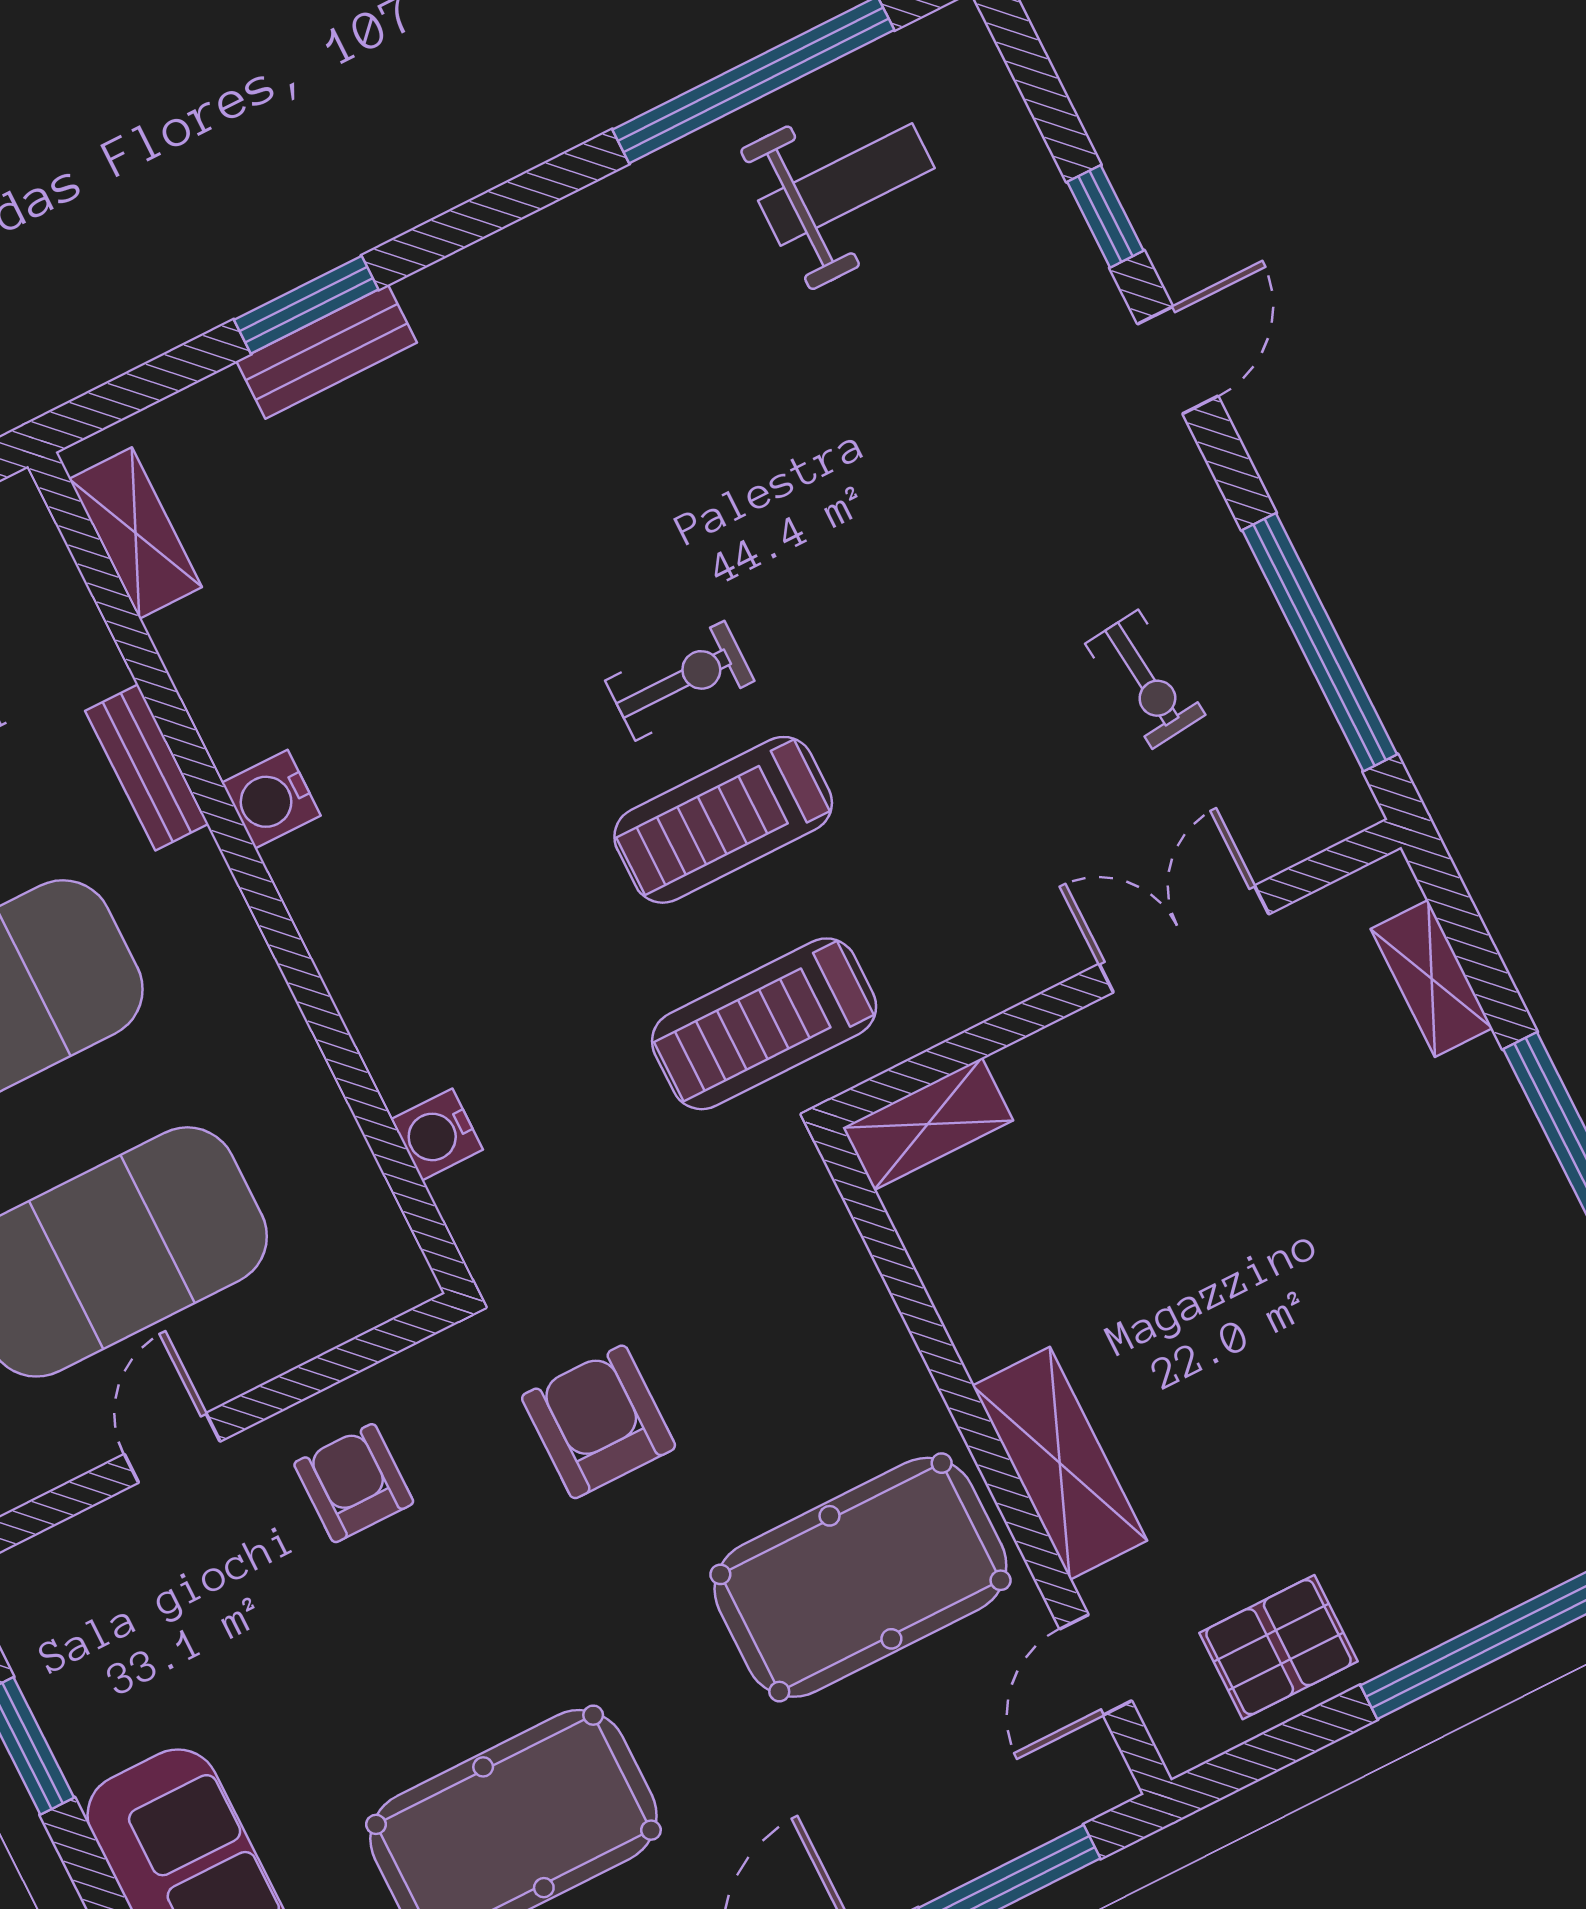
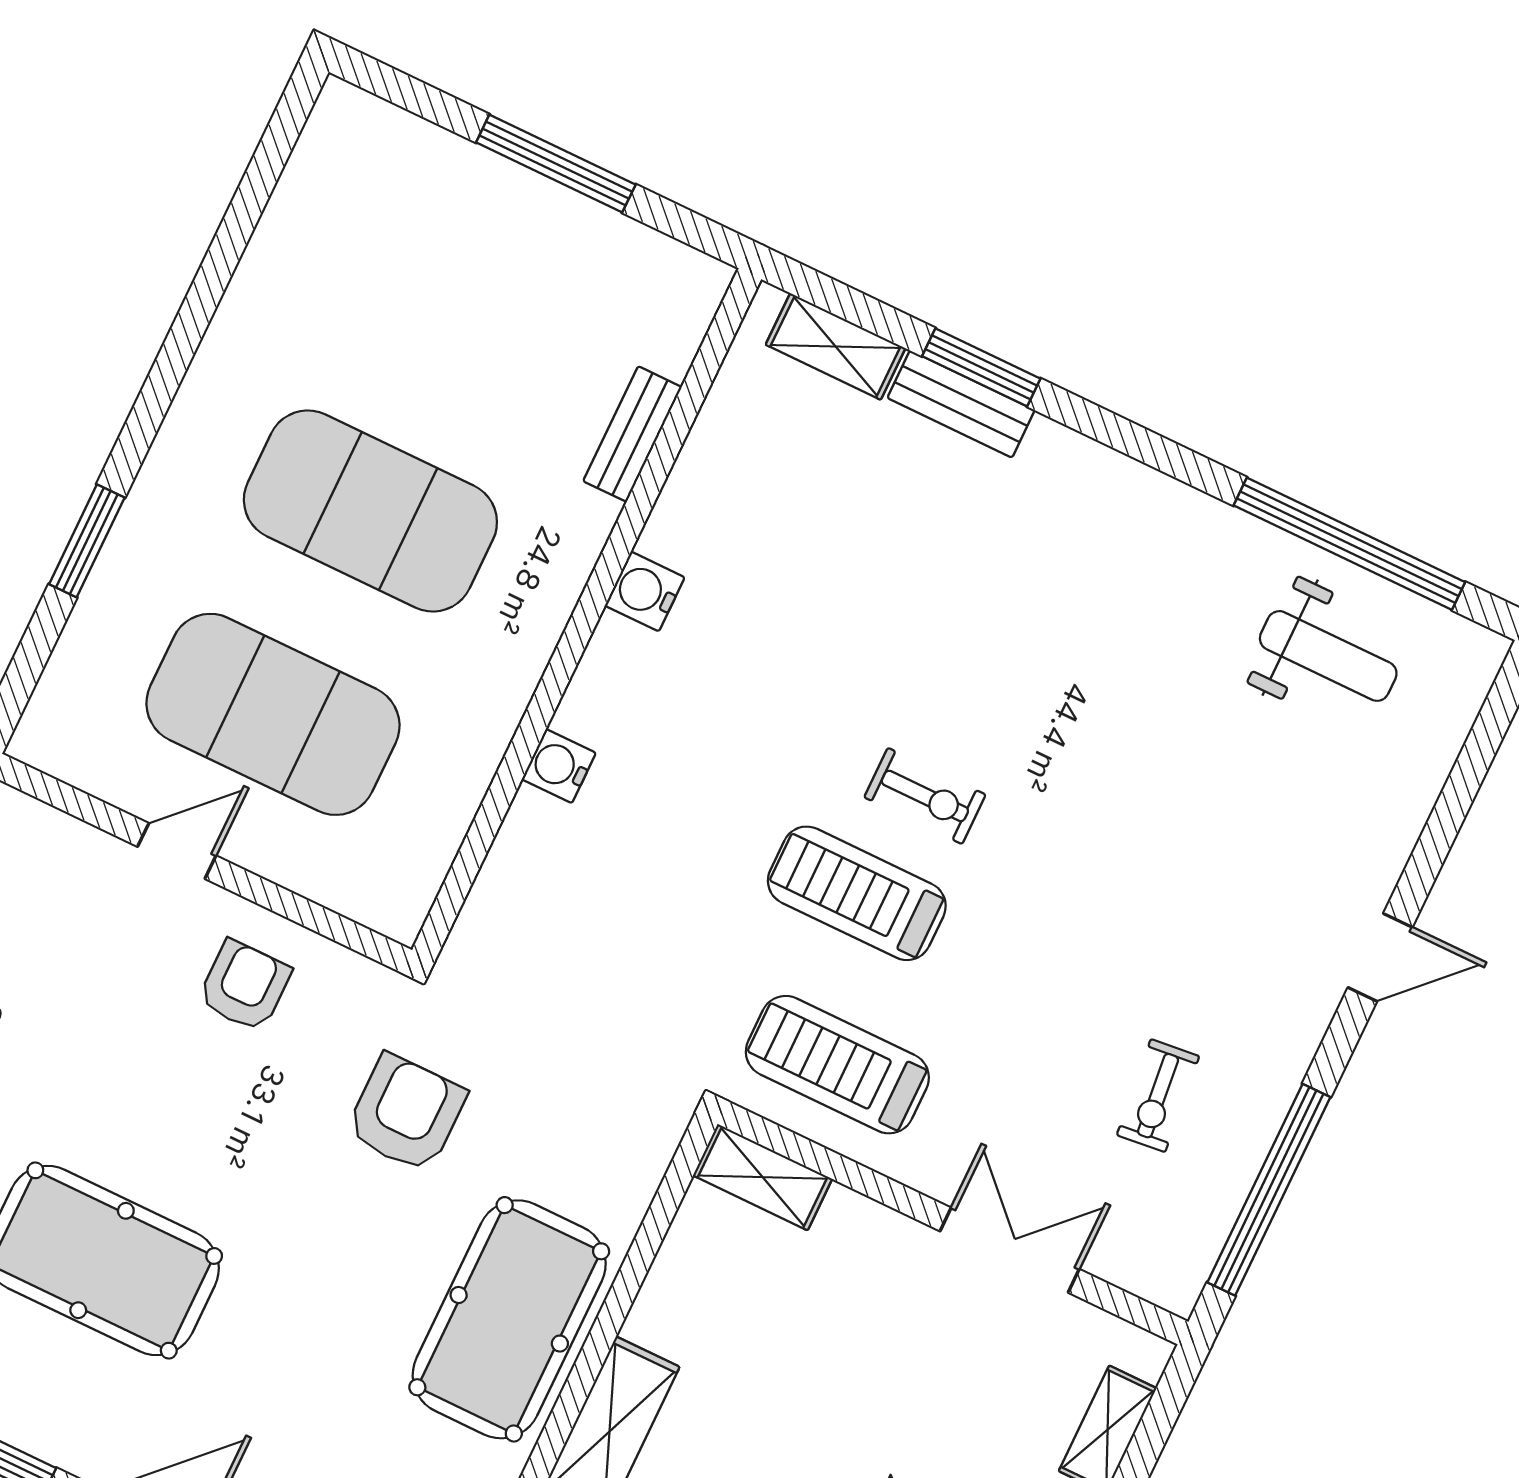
window: (1105, 216) -> (1437, 839), removed
shelving: (136, 533) -> (835, 346), moved, turned 90
bench: (147, 767) -> (632, 434), moved
treadmill: (764, 1024) -> (837, 1065), moved
water cooler: (437, 1134) -> (559, 766), moved
pool table: (860, 1577) -> (509, 1319), moved, turned 90

